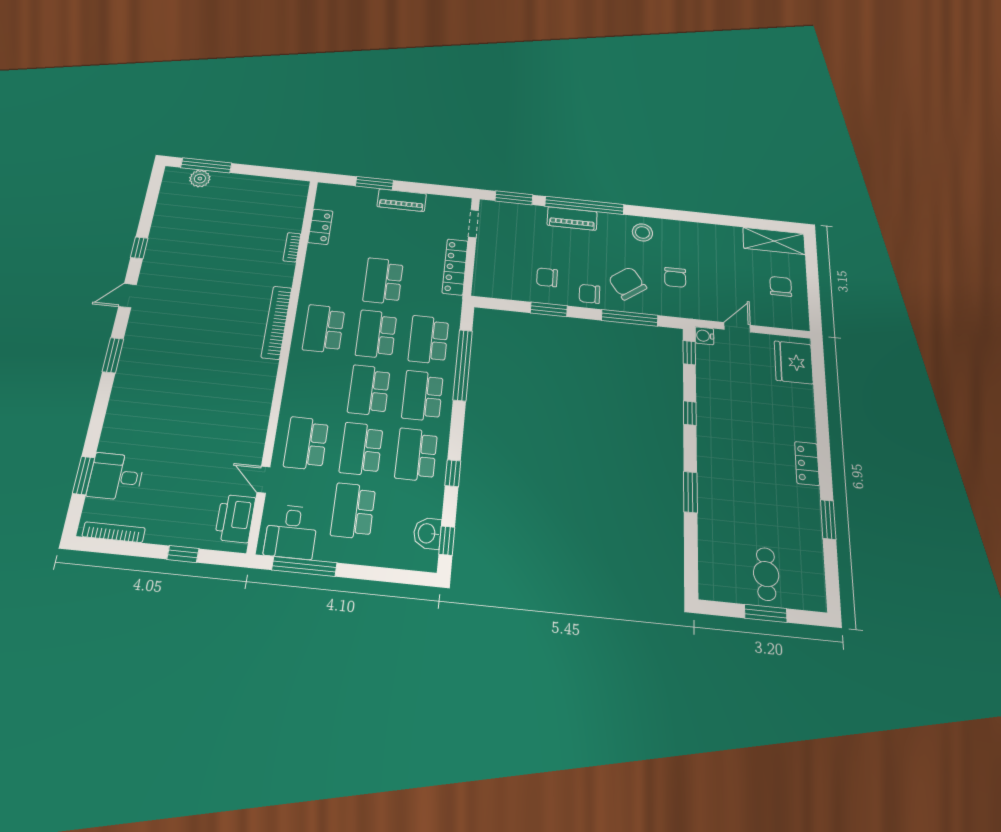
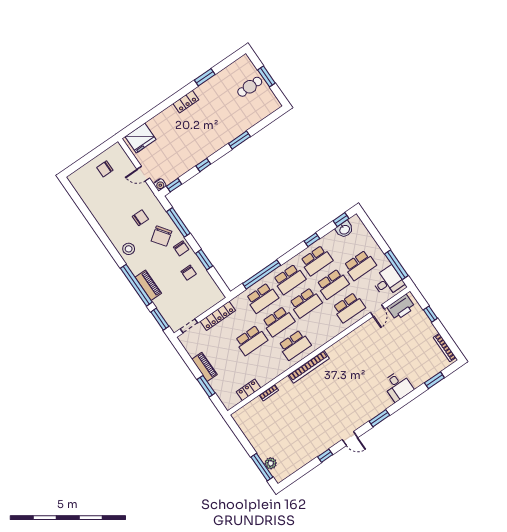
shelving: (774, 241) -> (82, 188), removed
desk: (116, 477) -> (398, 386), moved

